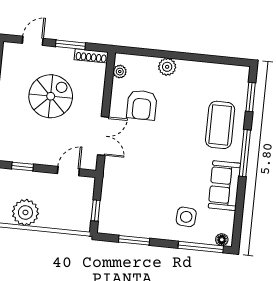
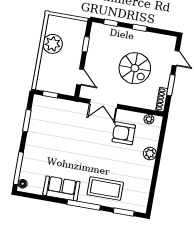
side table: (186, 217) -> (41, 159), removed

